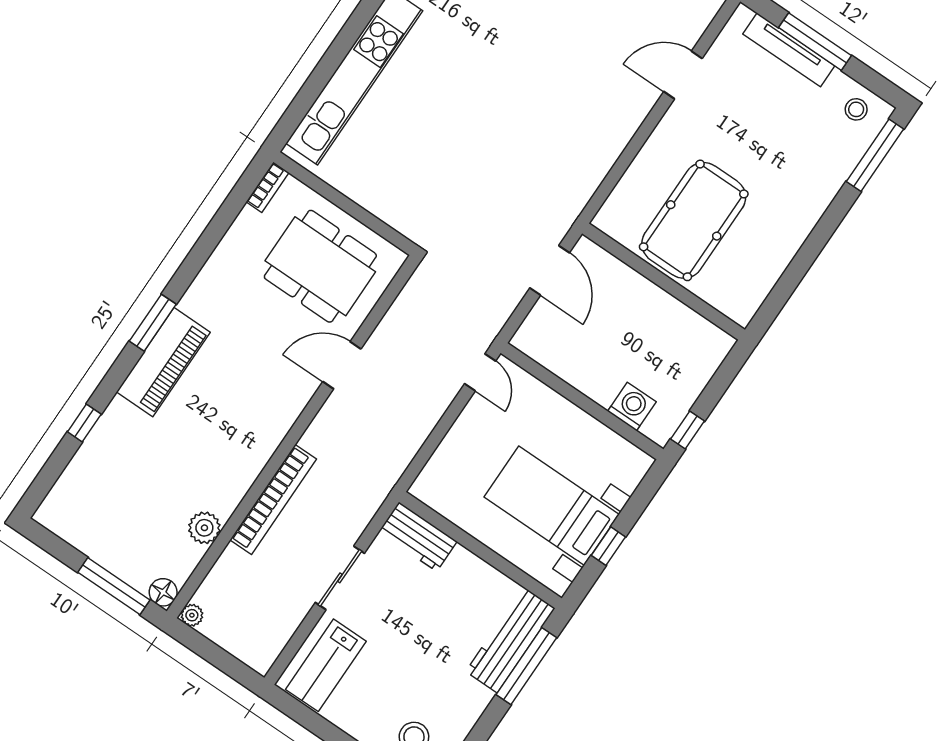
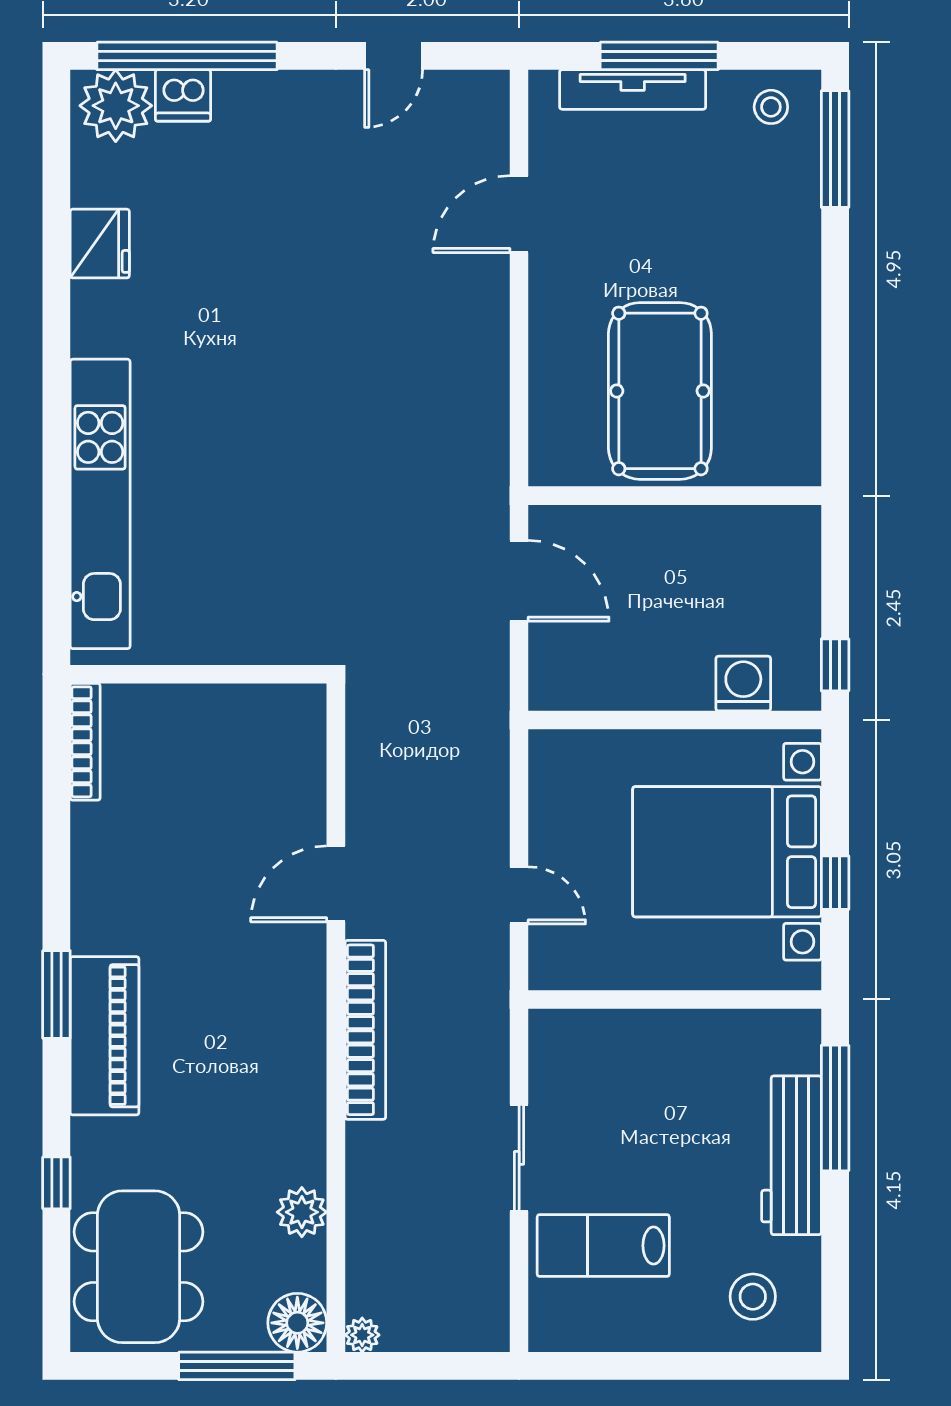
bookcase: (268, 187) -> (85, 742), width x1.56
dining table: (320, 266) -> (139, 1267), moved, turned 90
door: (480, 372) -> (519, 895), moved
bookcase: (273, 500) -> (365, 1030), moved
bed with nightstands: (552, 506) -> (727, 852), width x1.36
workbench: (418, 537) -> (583, 1037), removed
floor lamp: (163, 592) -> (297, 1323), width x1.38, depth x1.38
workbench: (510, 640) -> (792, 1155), moved
lab bench: (326, 665) -> (603, 1246), moved, turned 90

